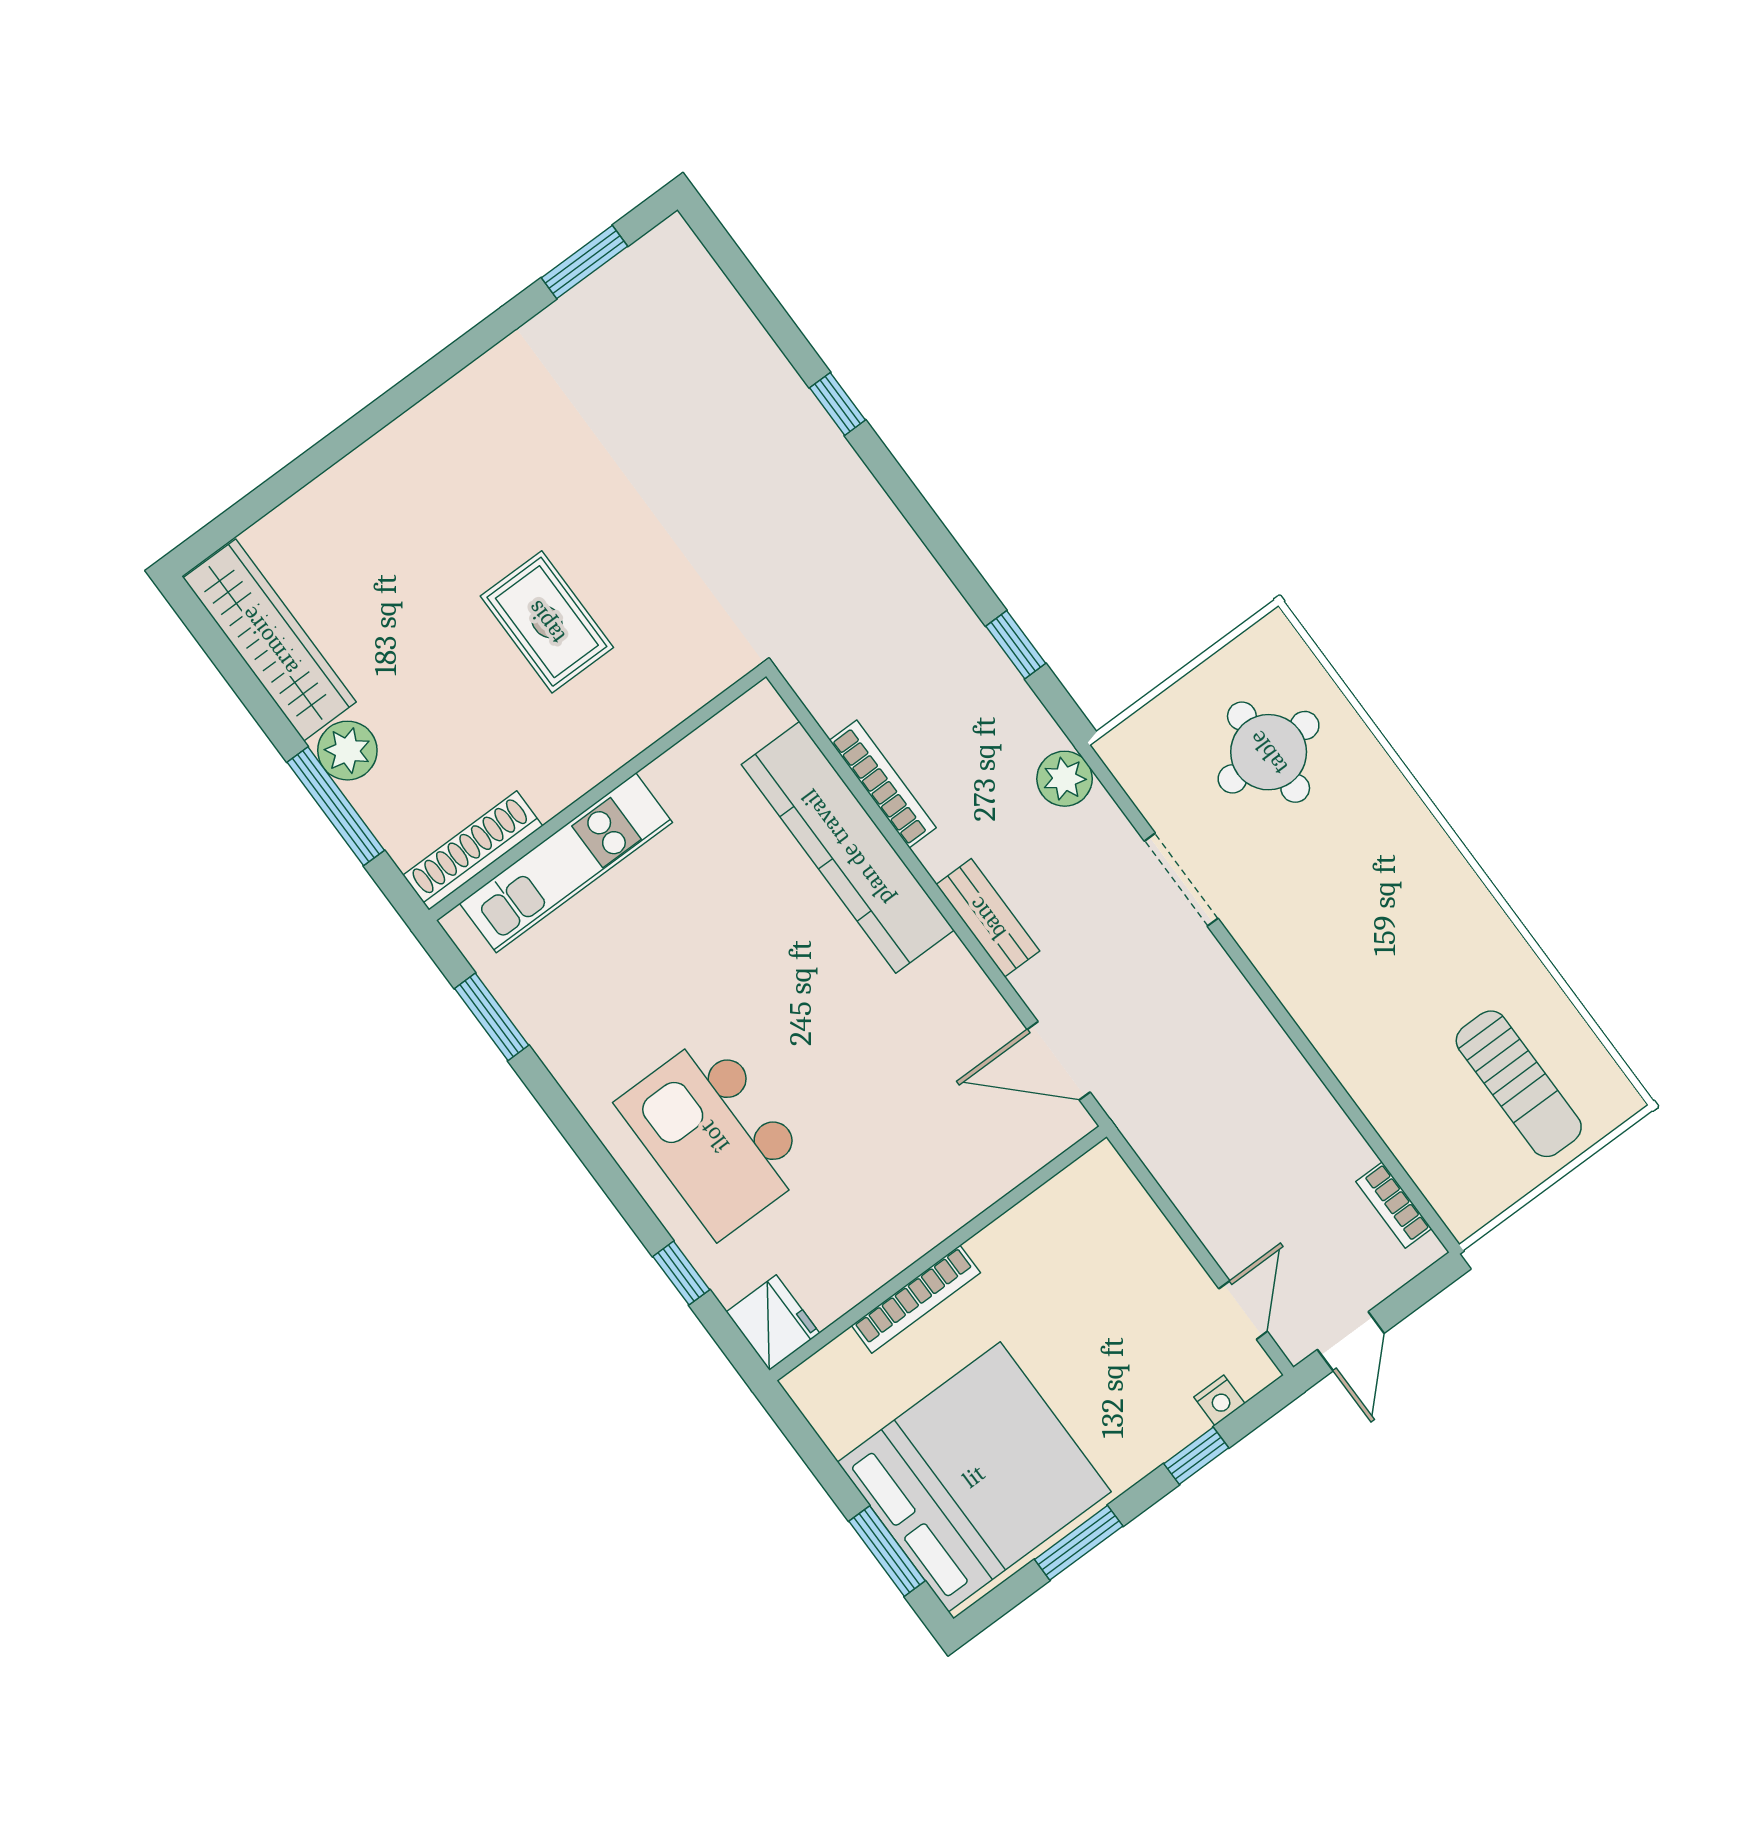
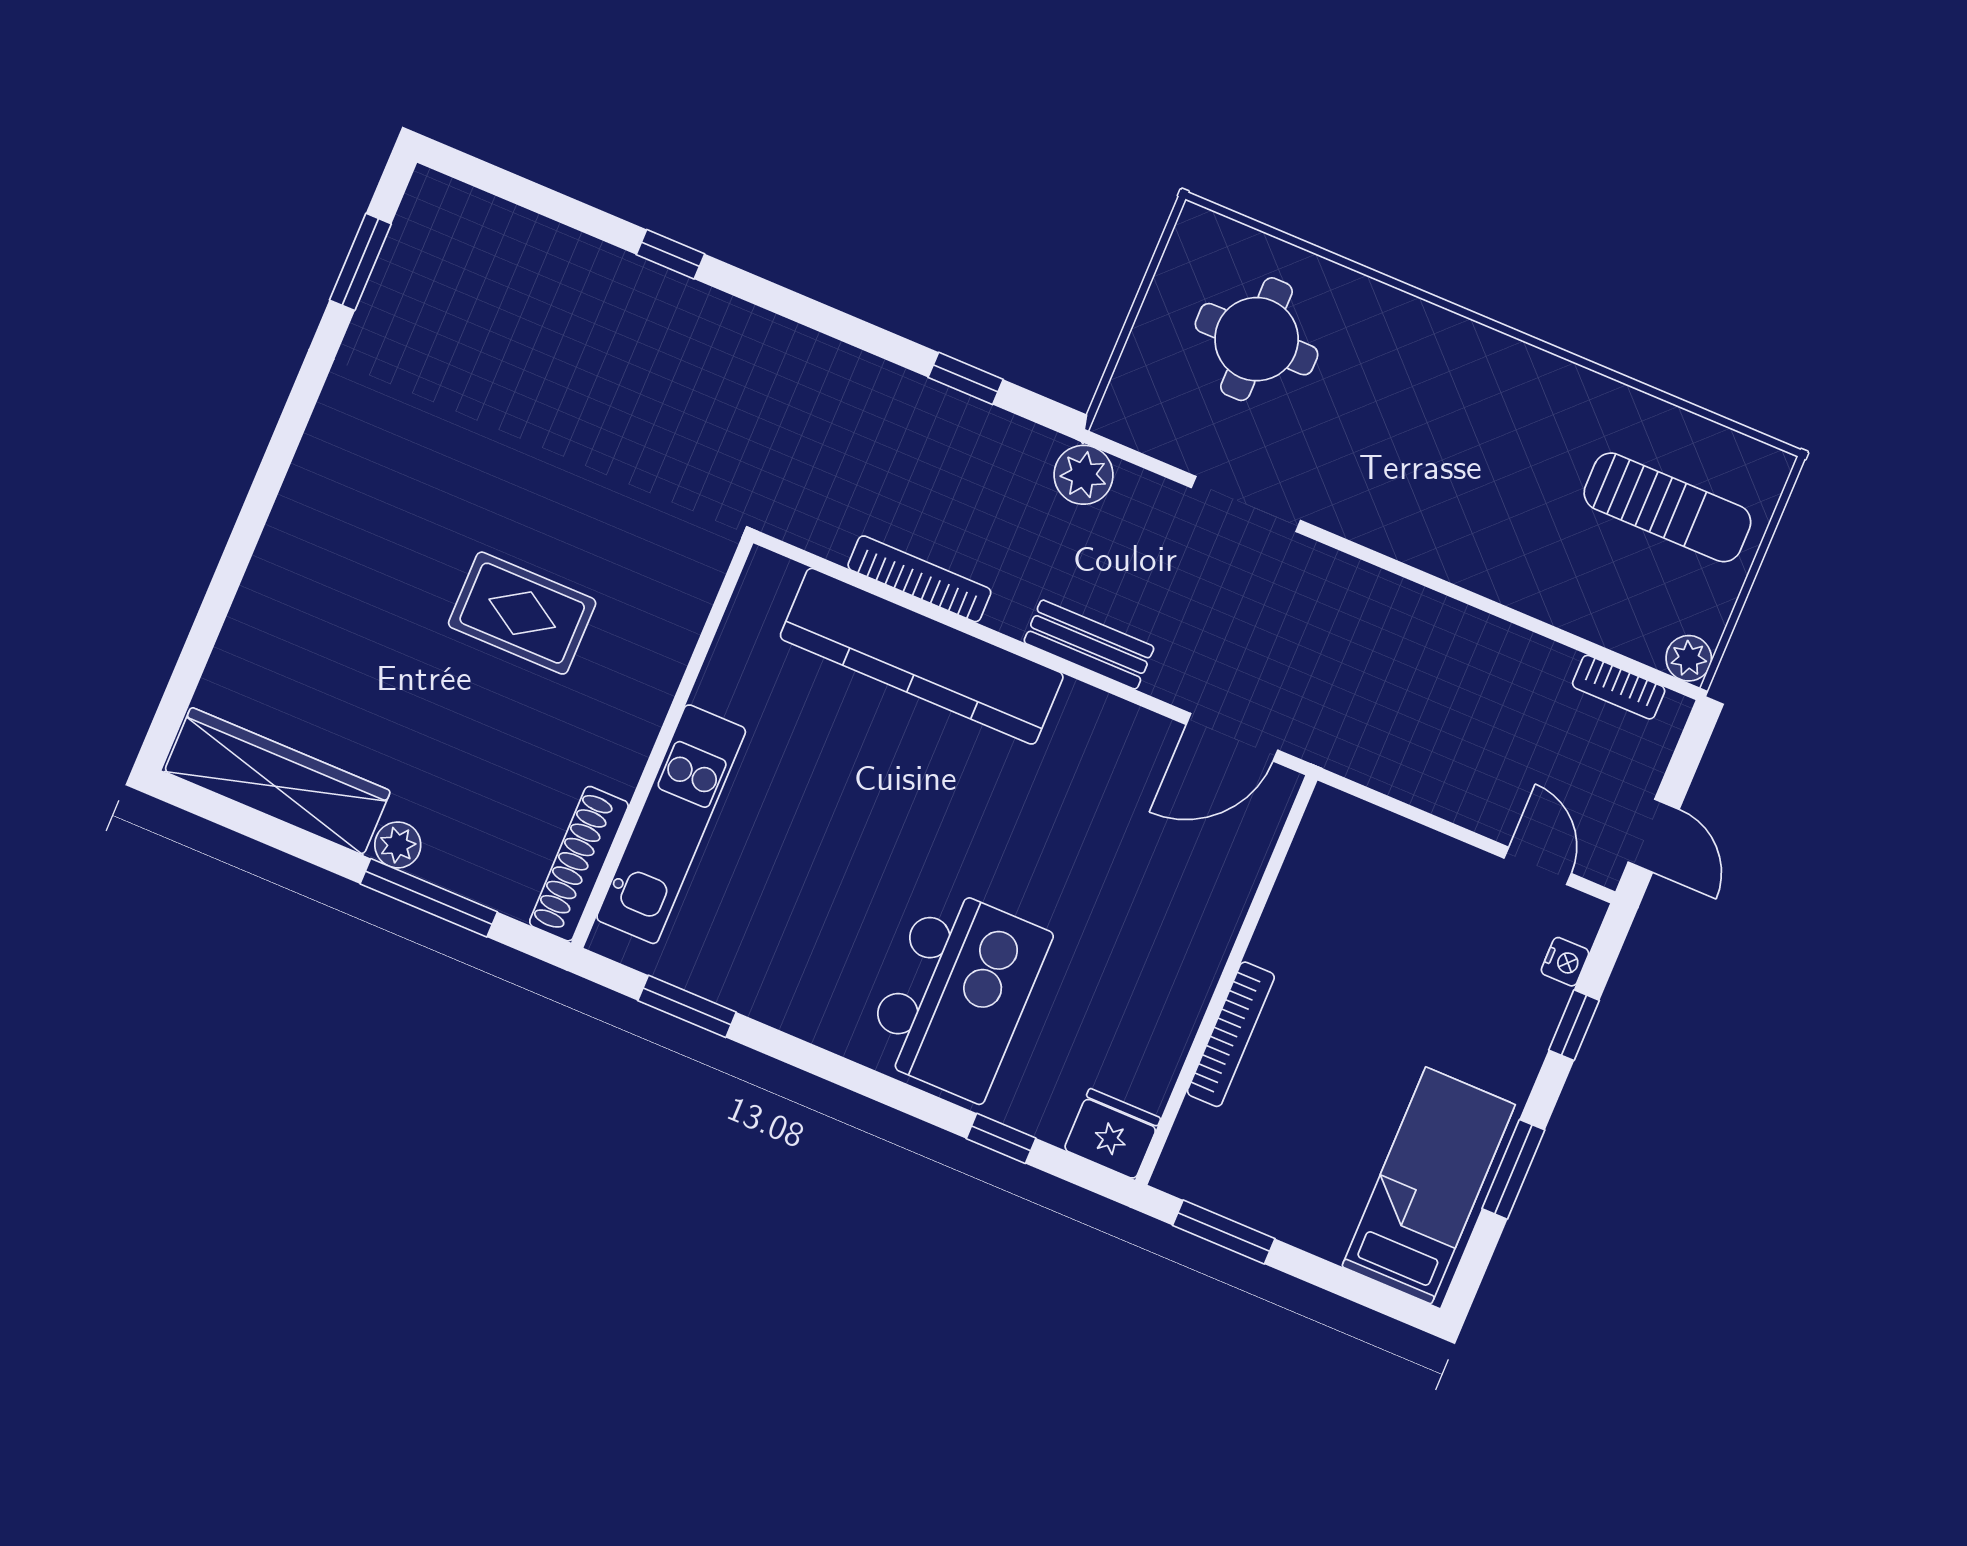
plant: (347, 751) -> (398, 845), width x0.73, depth x0.73
kitchen island: (715, 1136) -> (957, 994), turned -90
plant: (1464, 1215) -> (1689, 658), added
bed: (974, 1477) -> (1429, 1186), width x0.49
window: (887, 1551) -> (1224, 1232), moved

